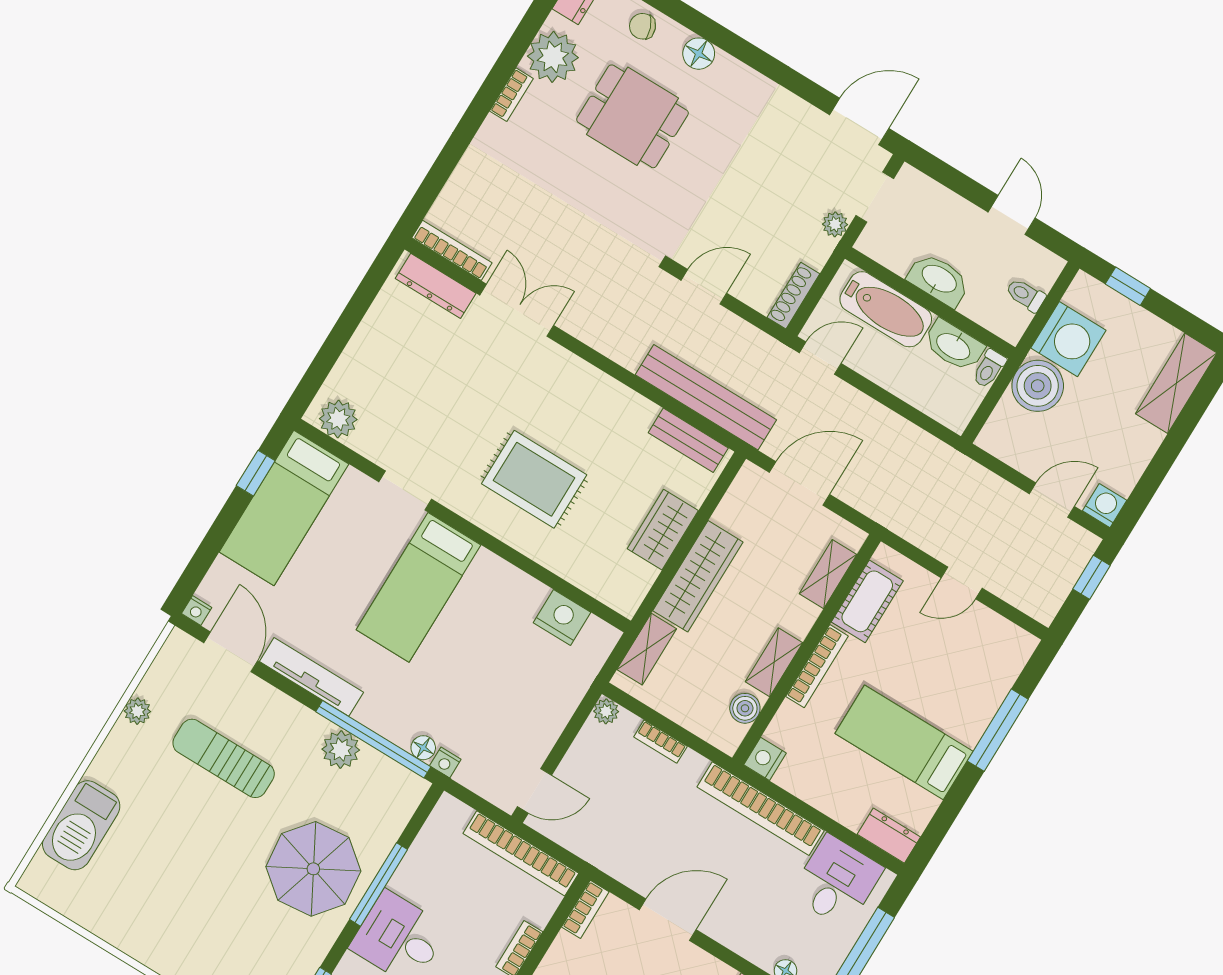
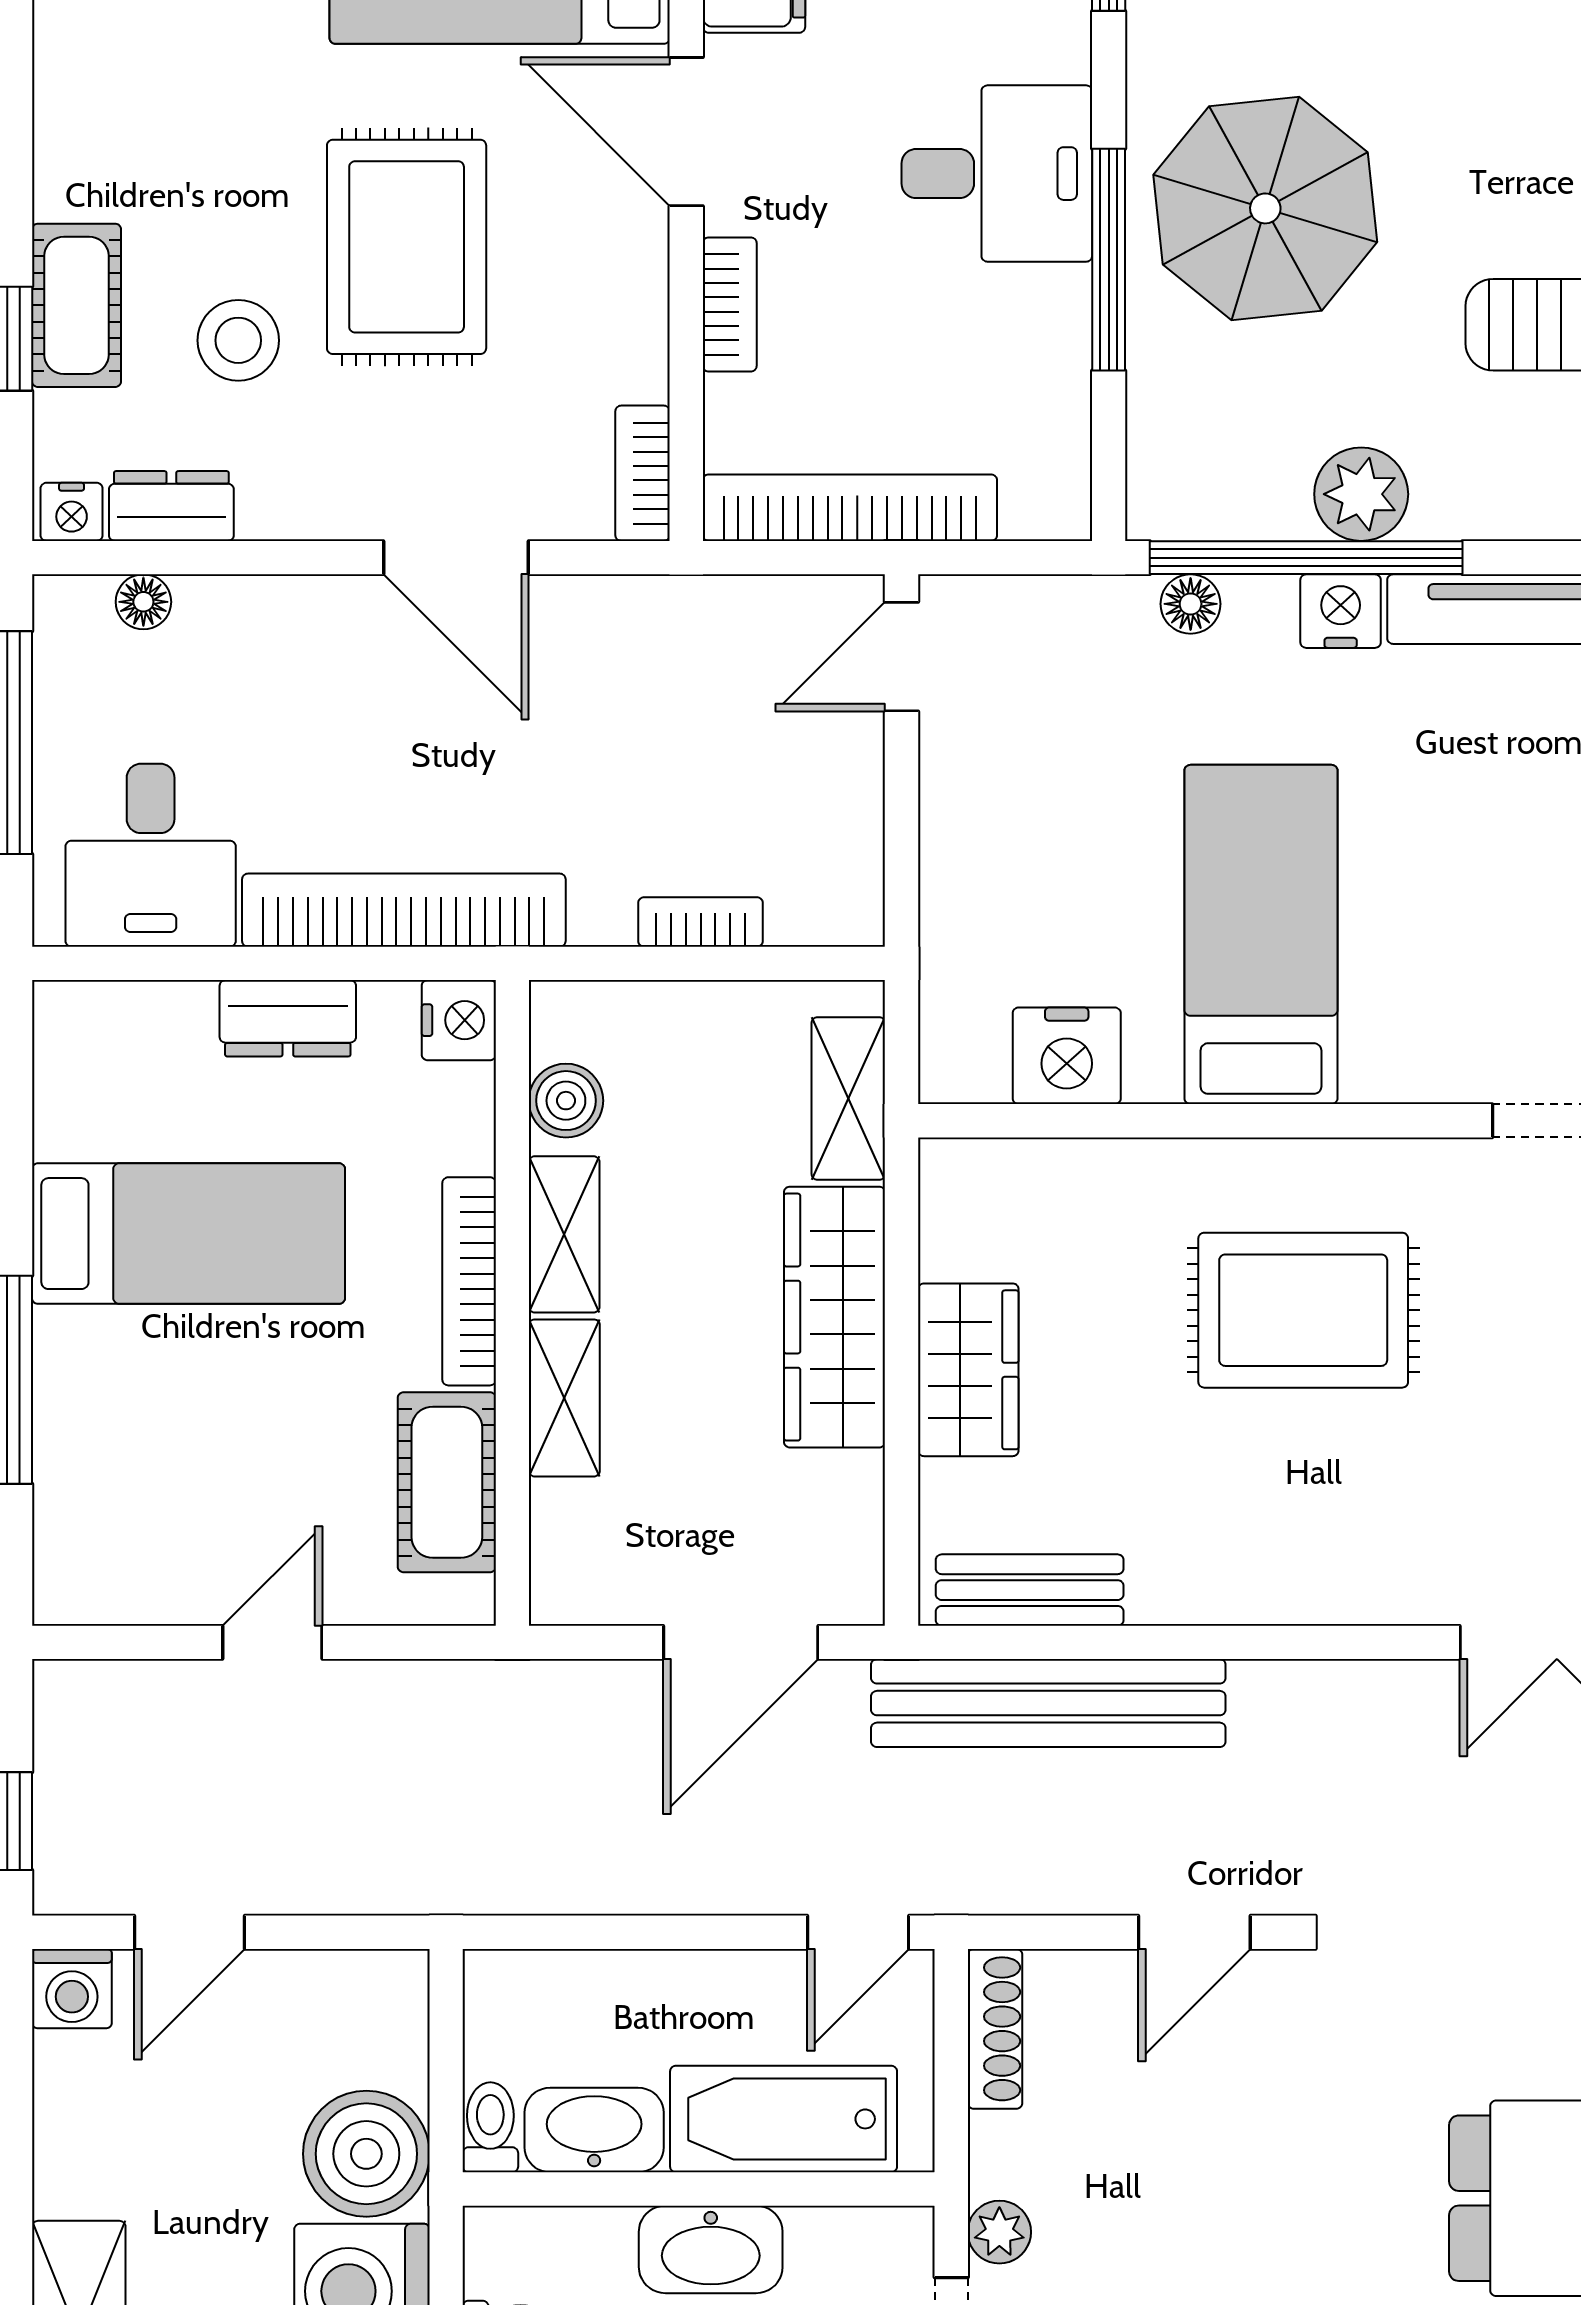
shelving: (828, 574) -> (564, 1398), moved
bed: (419, 587) -> (1261, 934), moved
plant: (606, 711) -> (854, 915), removed
nightstand: (445, 762) -> (1341, 611), moved, width x1.39, depth x1.35
dresser: (889, 836) -> (288, 1018), moved
door: (668, 920) -> (456, 558), hinge flipped

